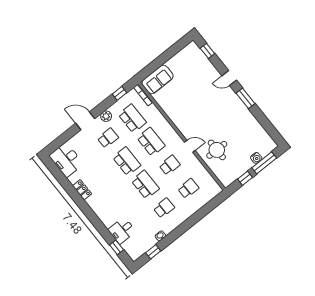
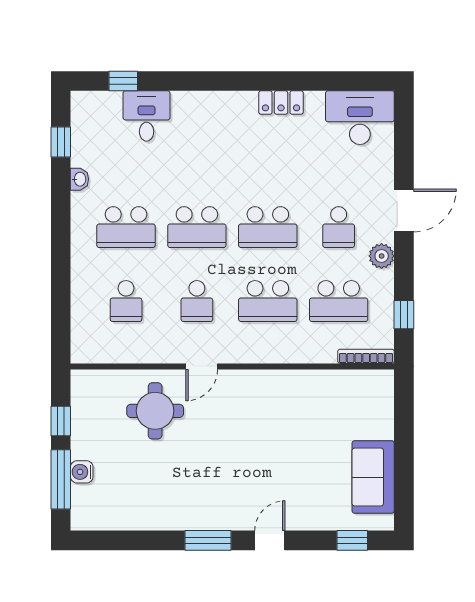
sofa: (158, 79) -> (373, 477), moved
school desk: (164, 208) -> (126, 227), width x1.85

